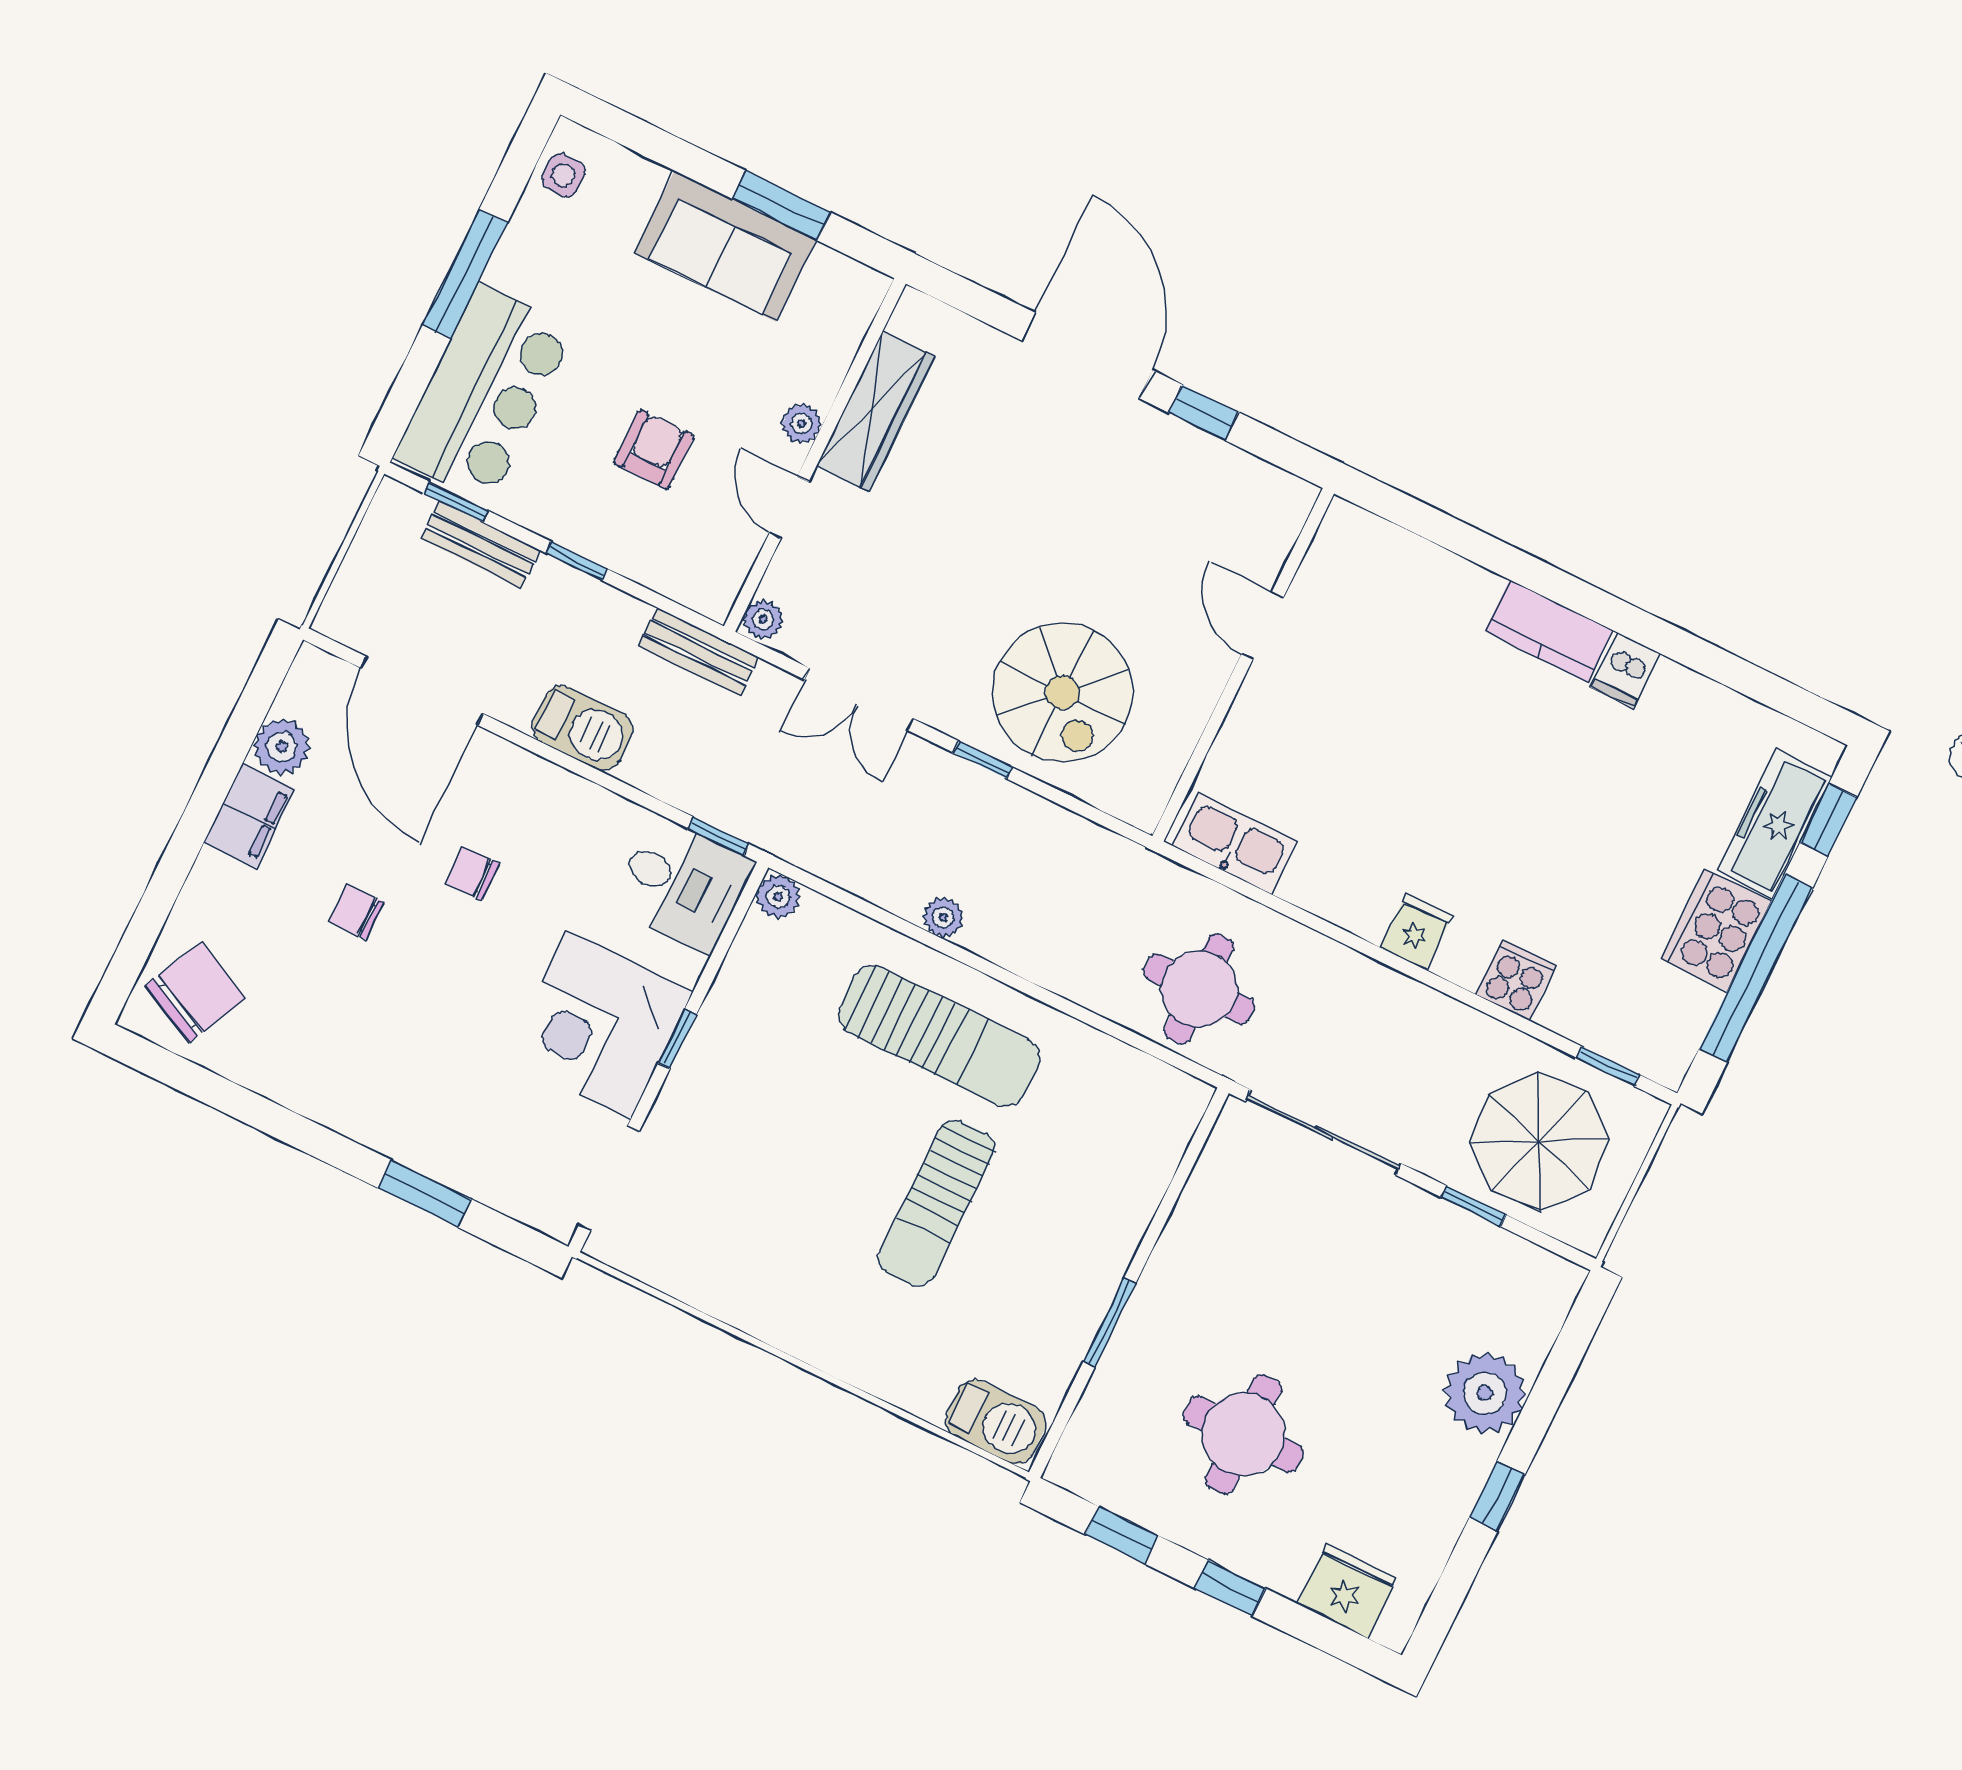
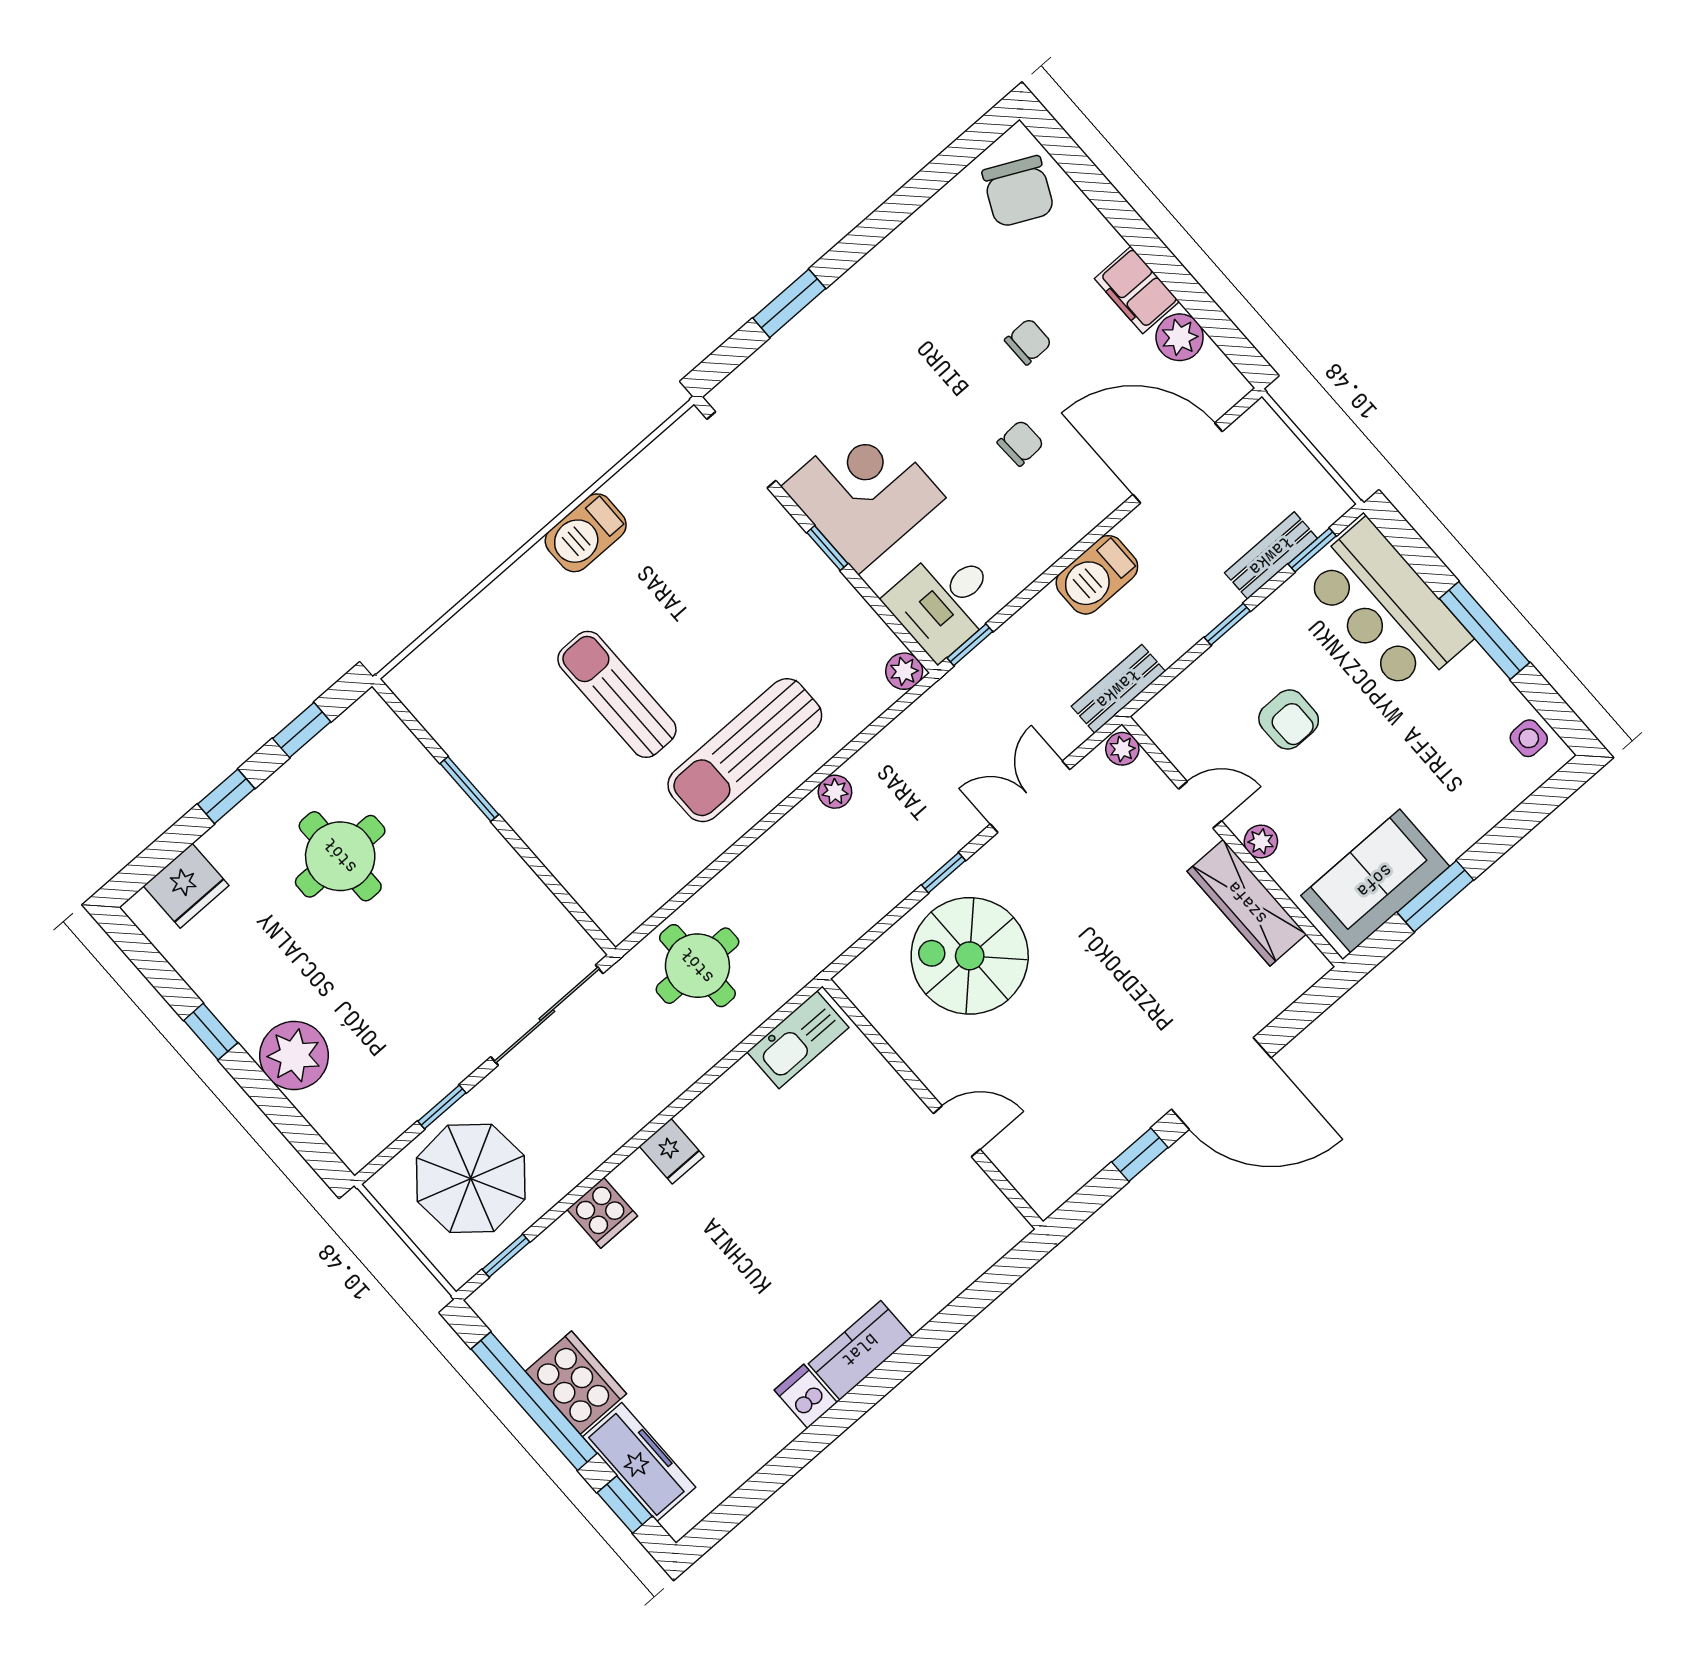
sofa: (725, 246) -> (1375, 881), moved
barbecue: (996, 1422) -> (586, 533), moved

